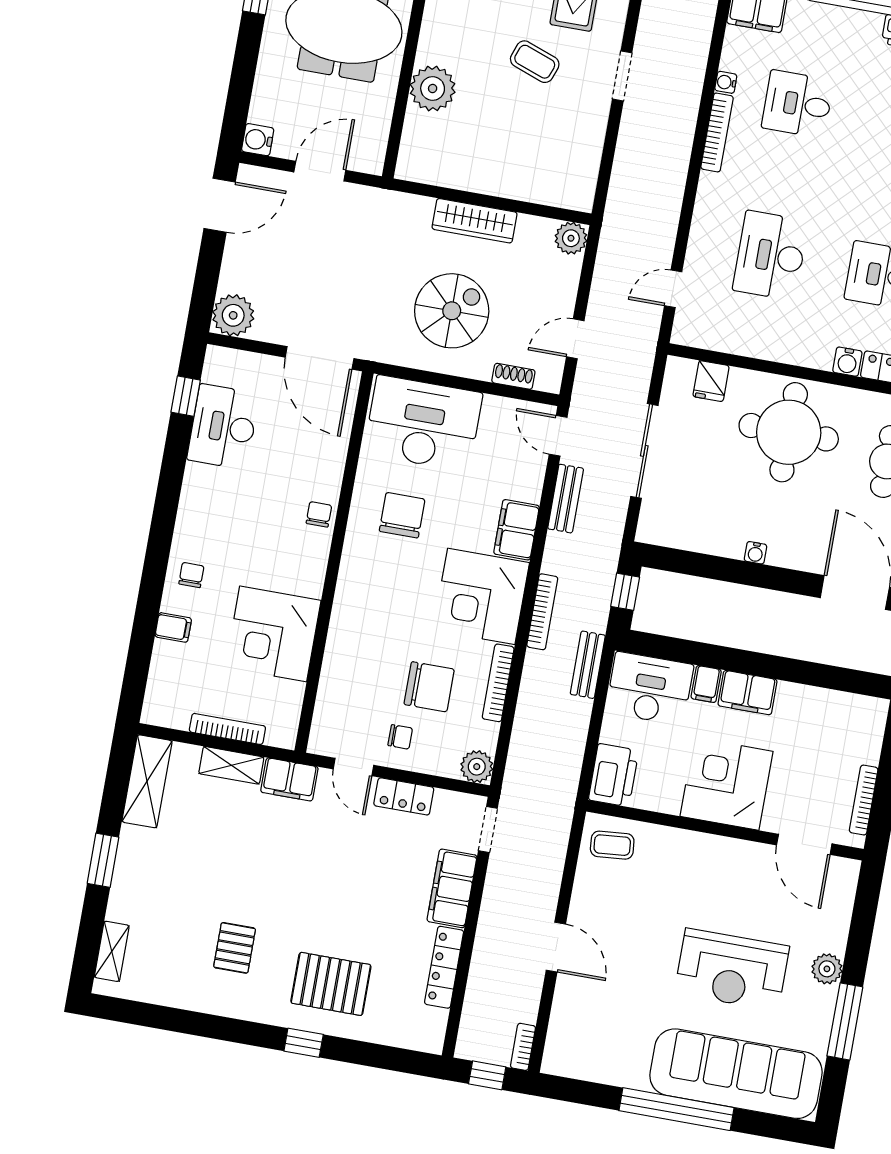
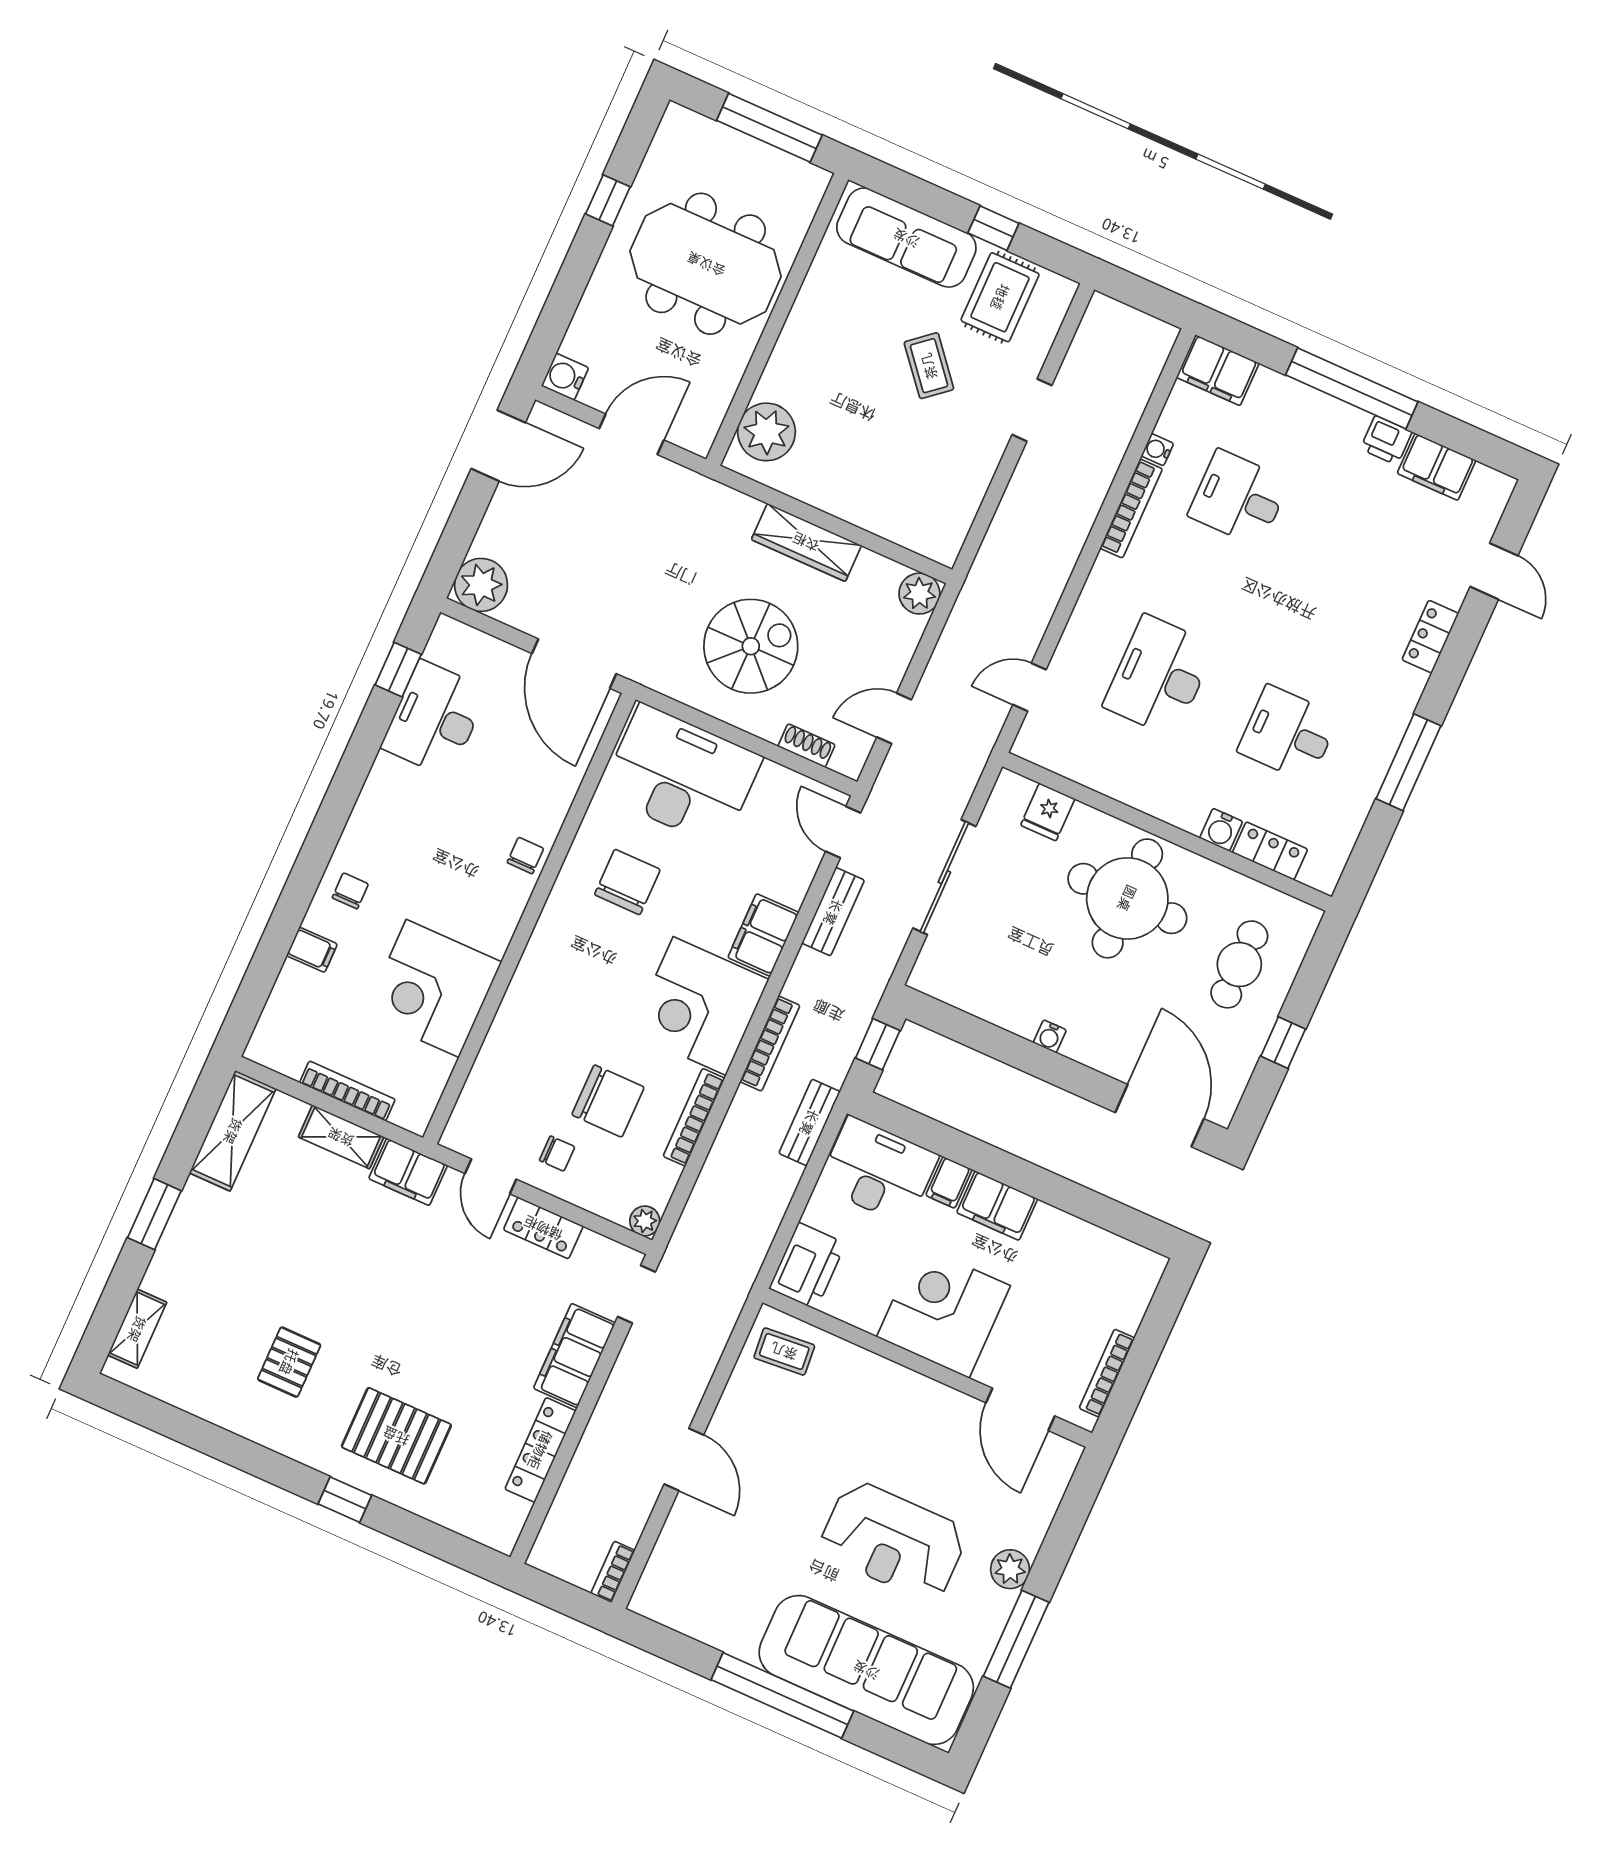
coffee table: (535, 62) -> (929, 366), turned 30
plant: (433, 88) -> (767, 432), moved
plant: (477, 767) -> (645, 1221), width x0.73, depth x0.73
window: (487, 1075) -> (560, 1596), removed

